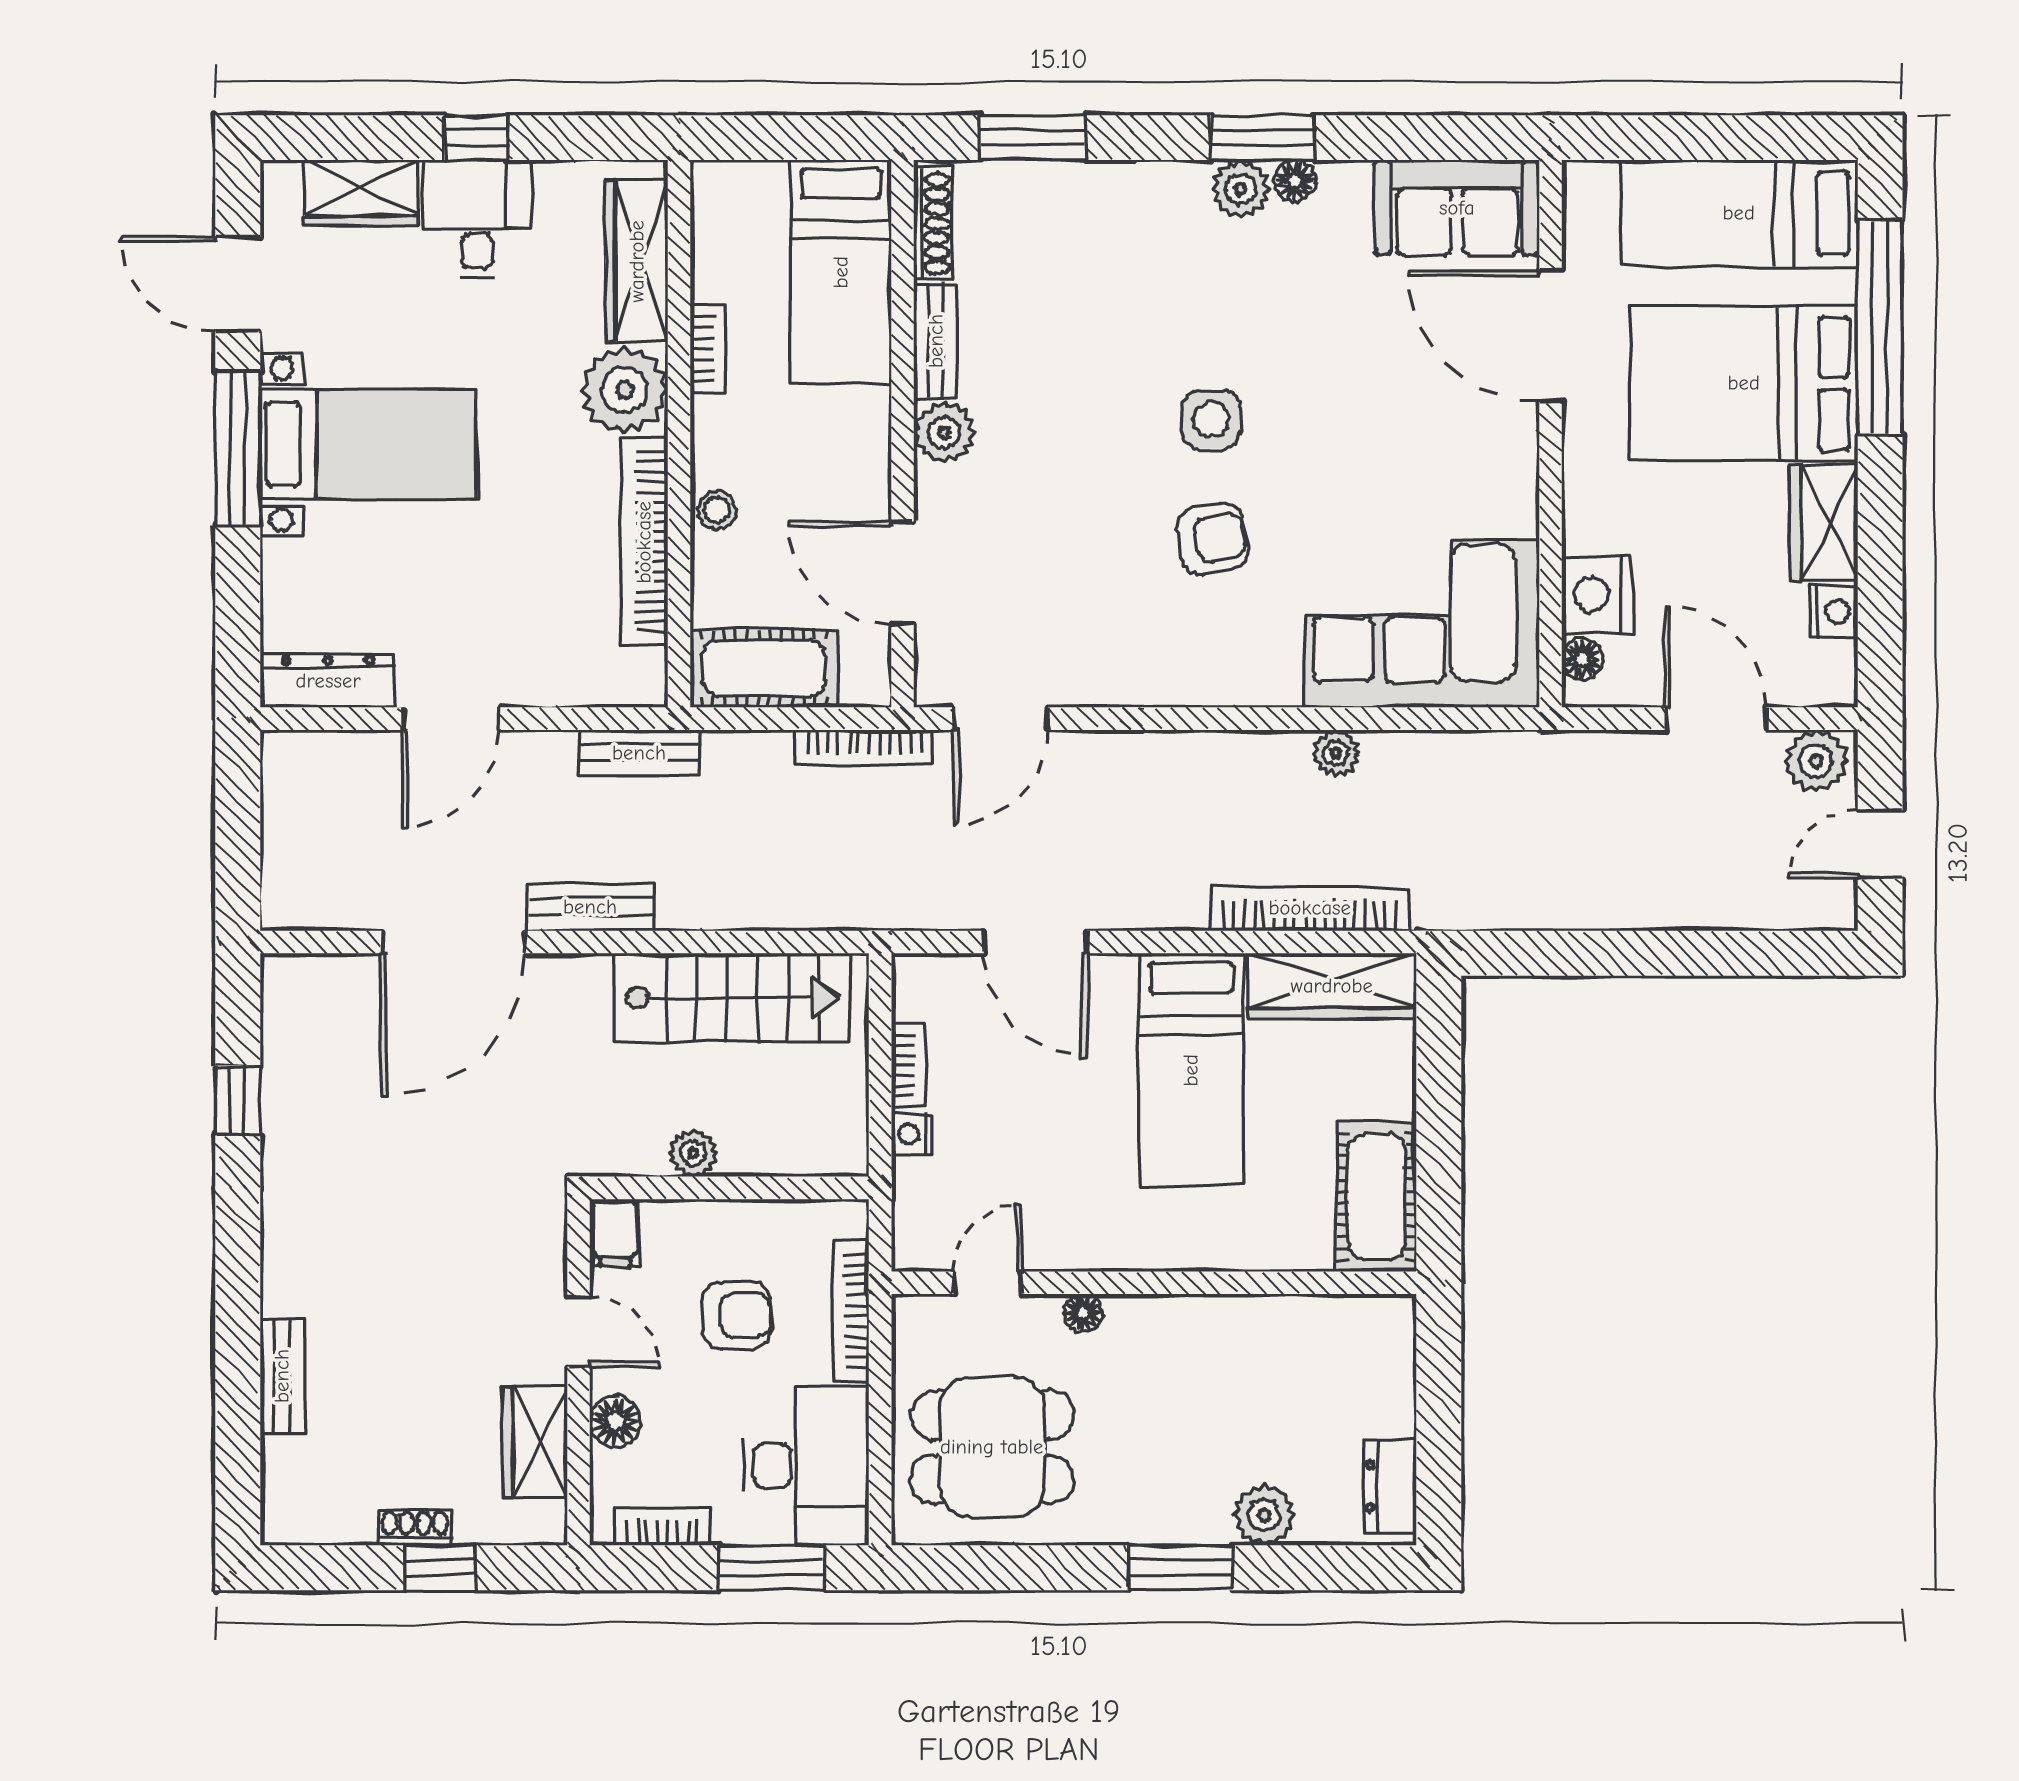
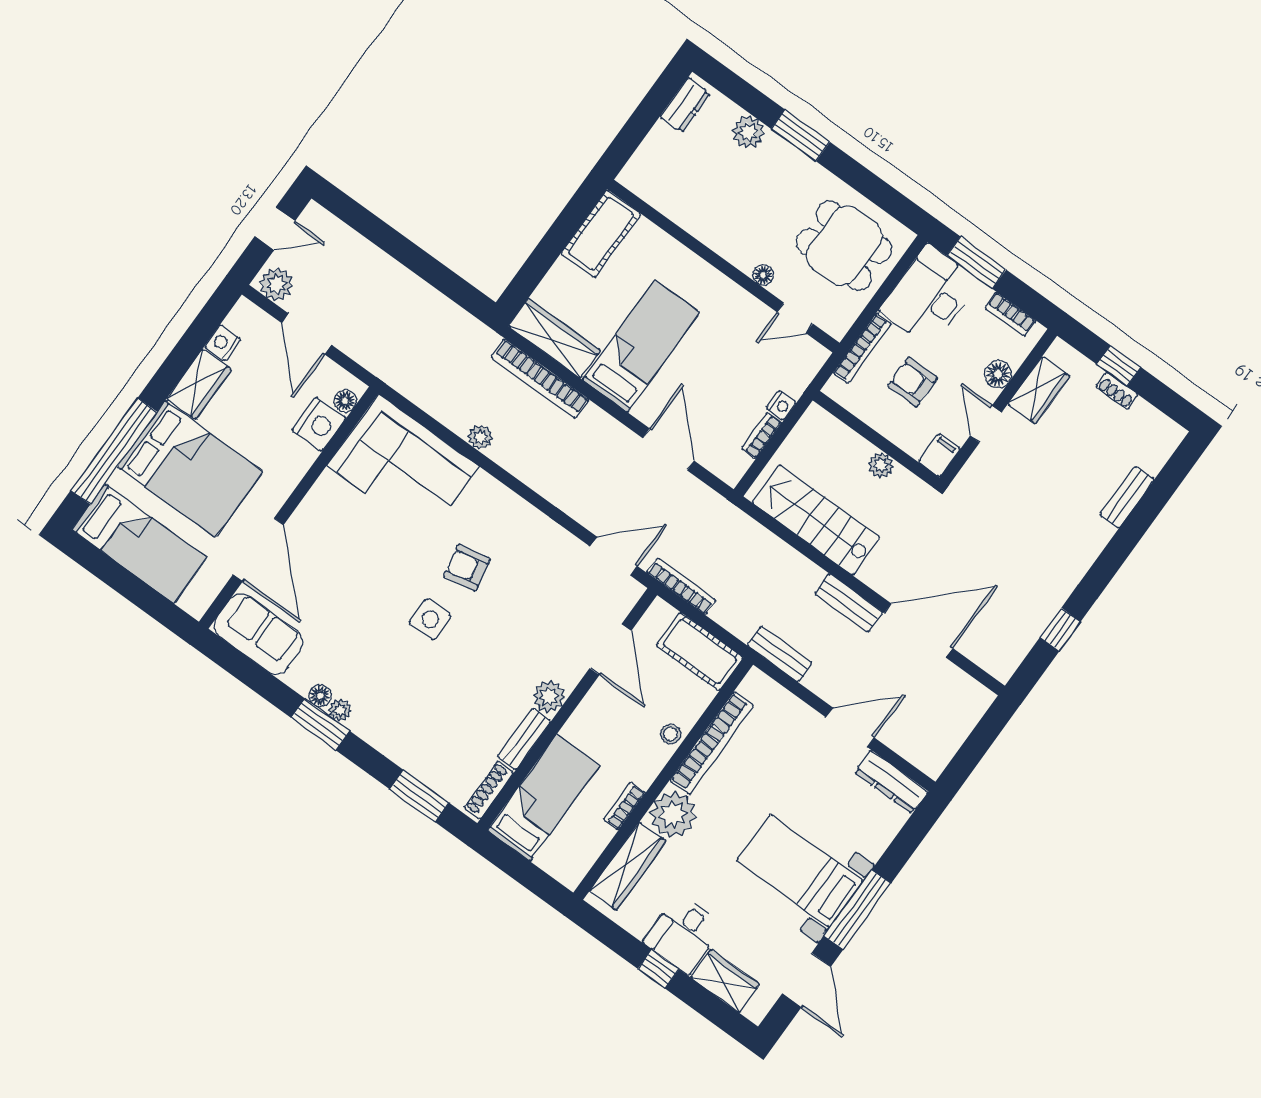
plant: (1241, 189) -> (340, 710), width x0.73, depth x0.73

